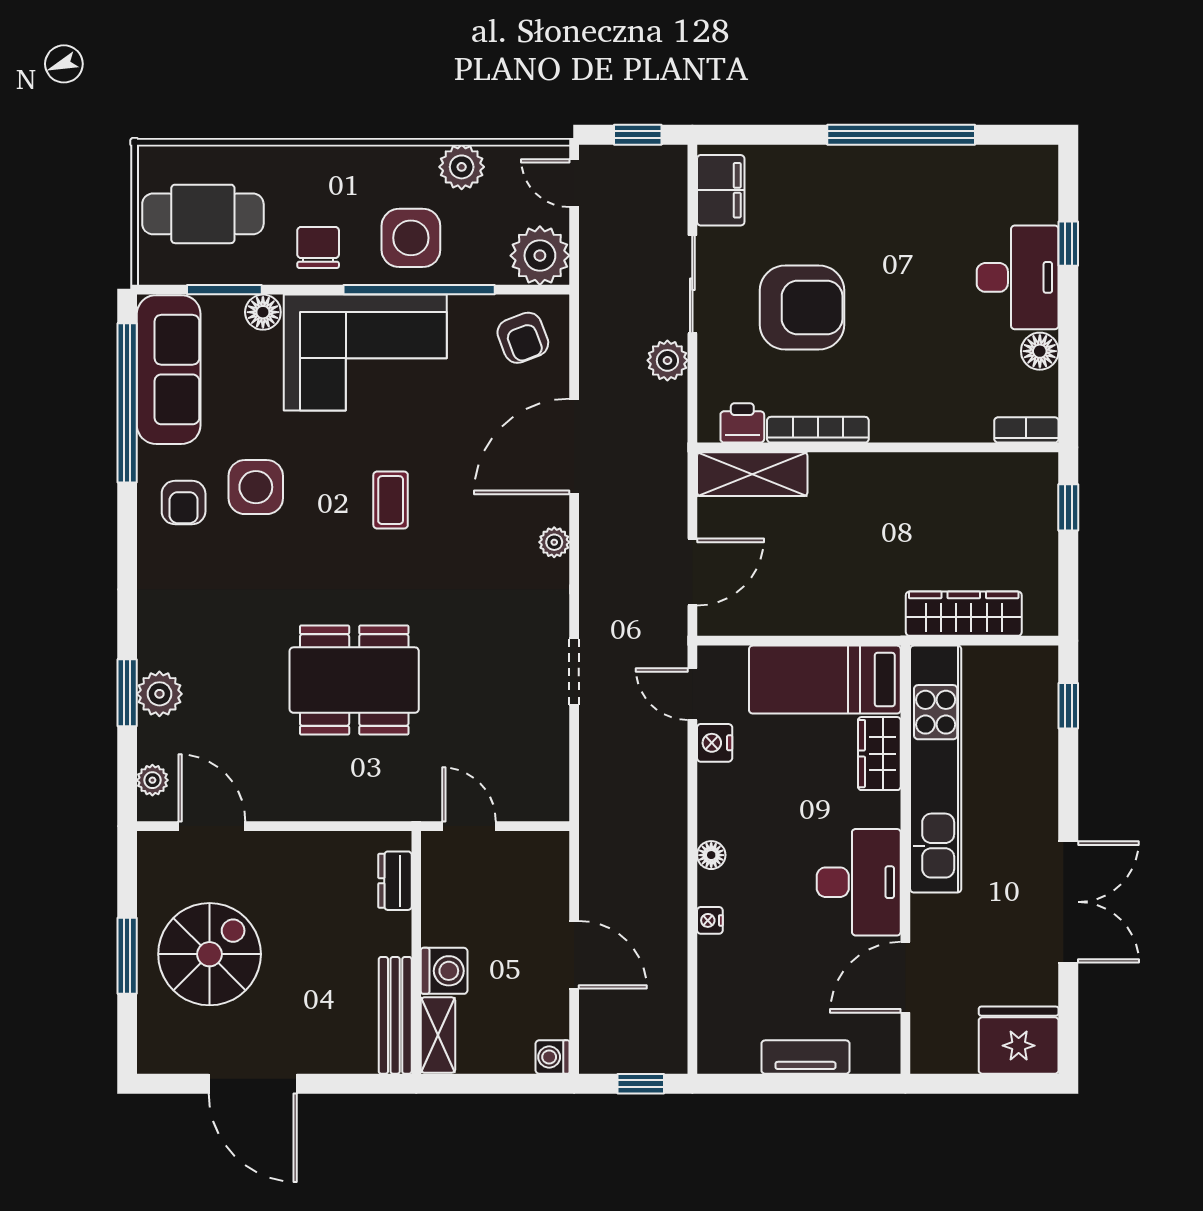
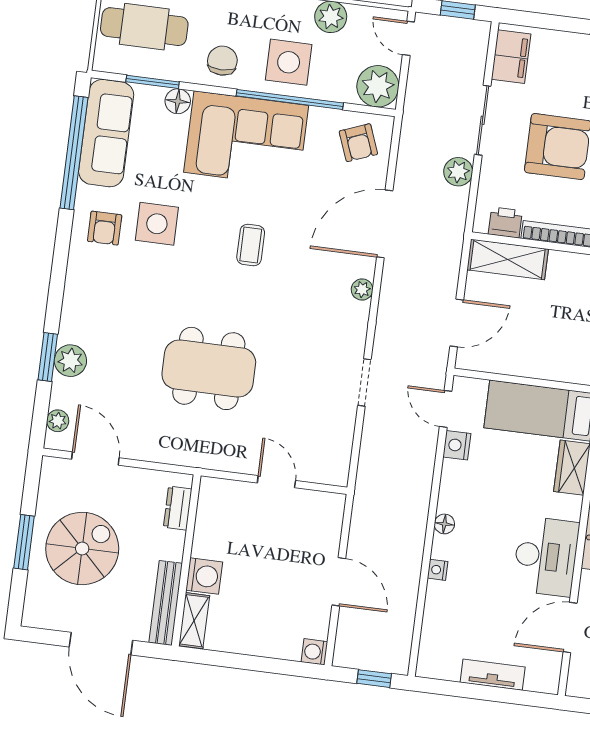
dresser: (395, 881) -> (178, 508), moved
wall: (416, 952) -> (186, 561), moved
washing machine: (444, 971) -> (204, 576), moved
bench: (395, 1015) -> (166, 603), moved
shelving: (438, 1035) -> (194, 621), moved

